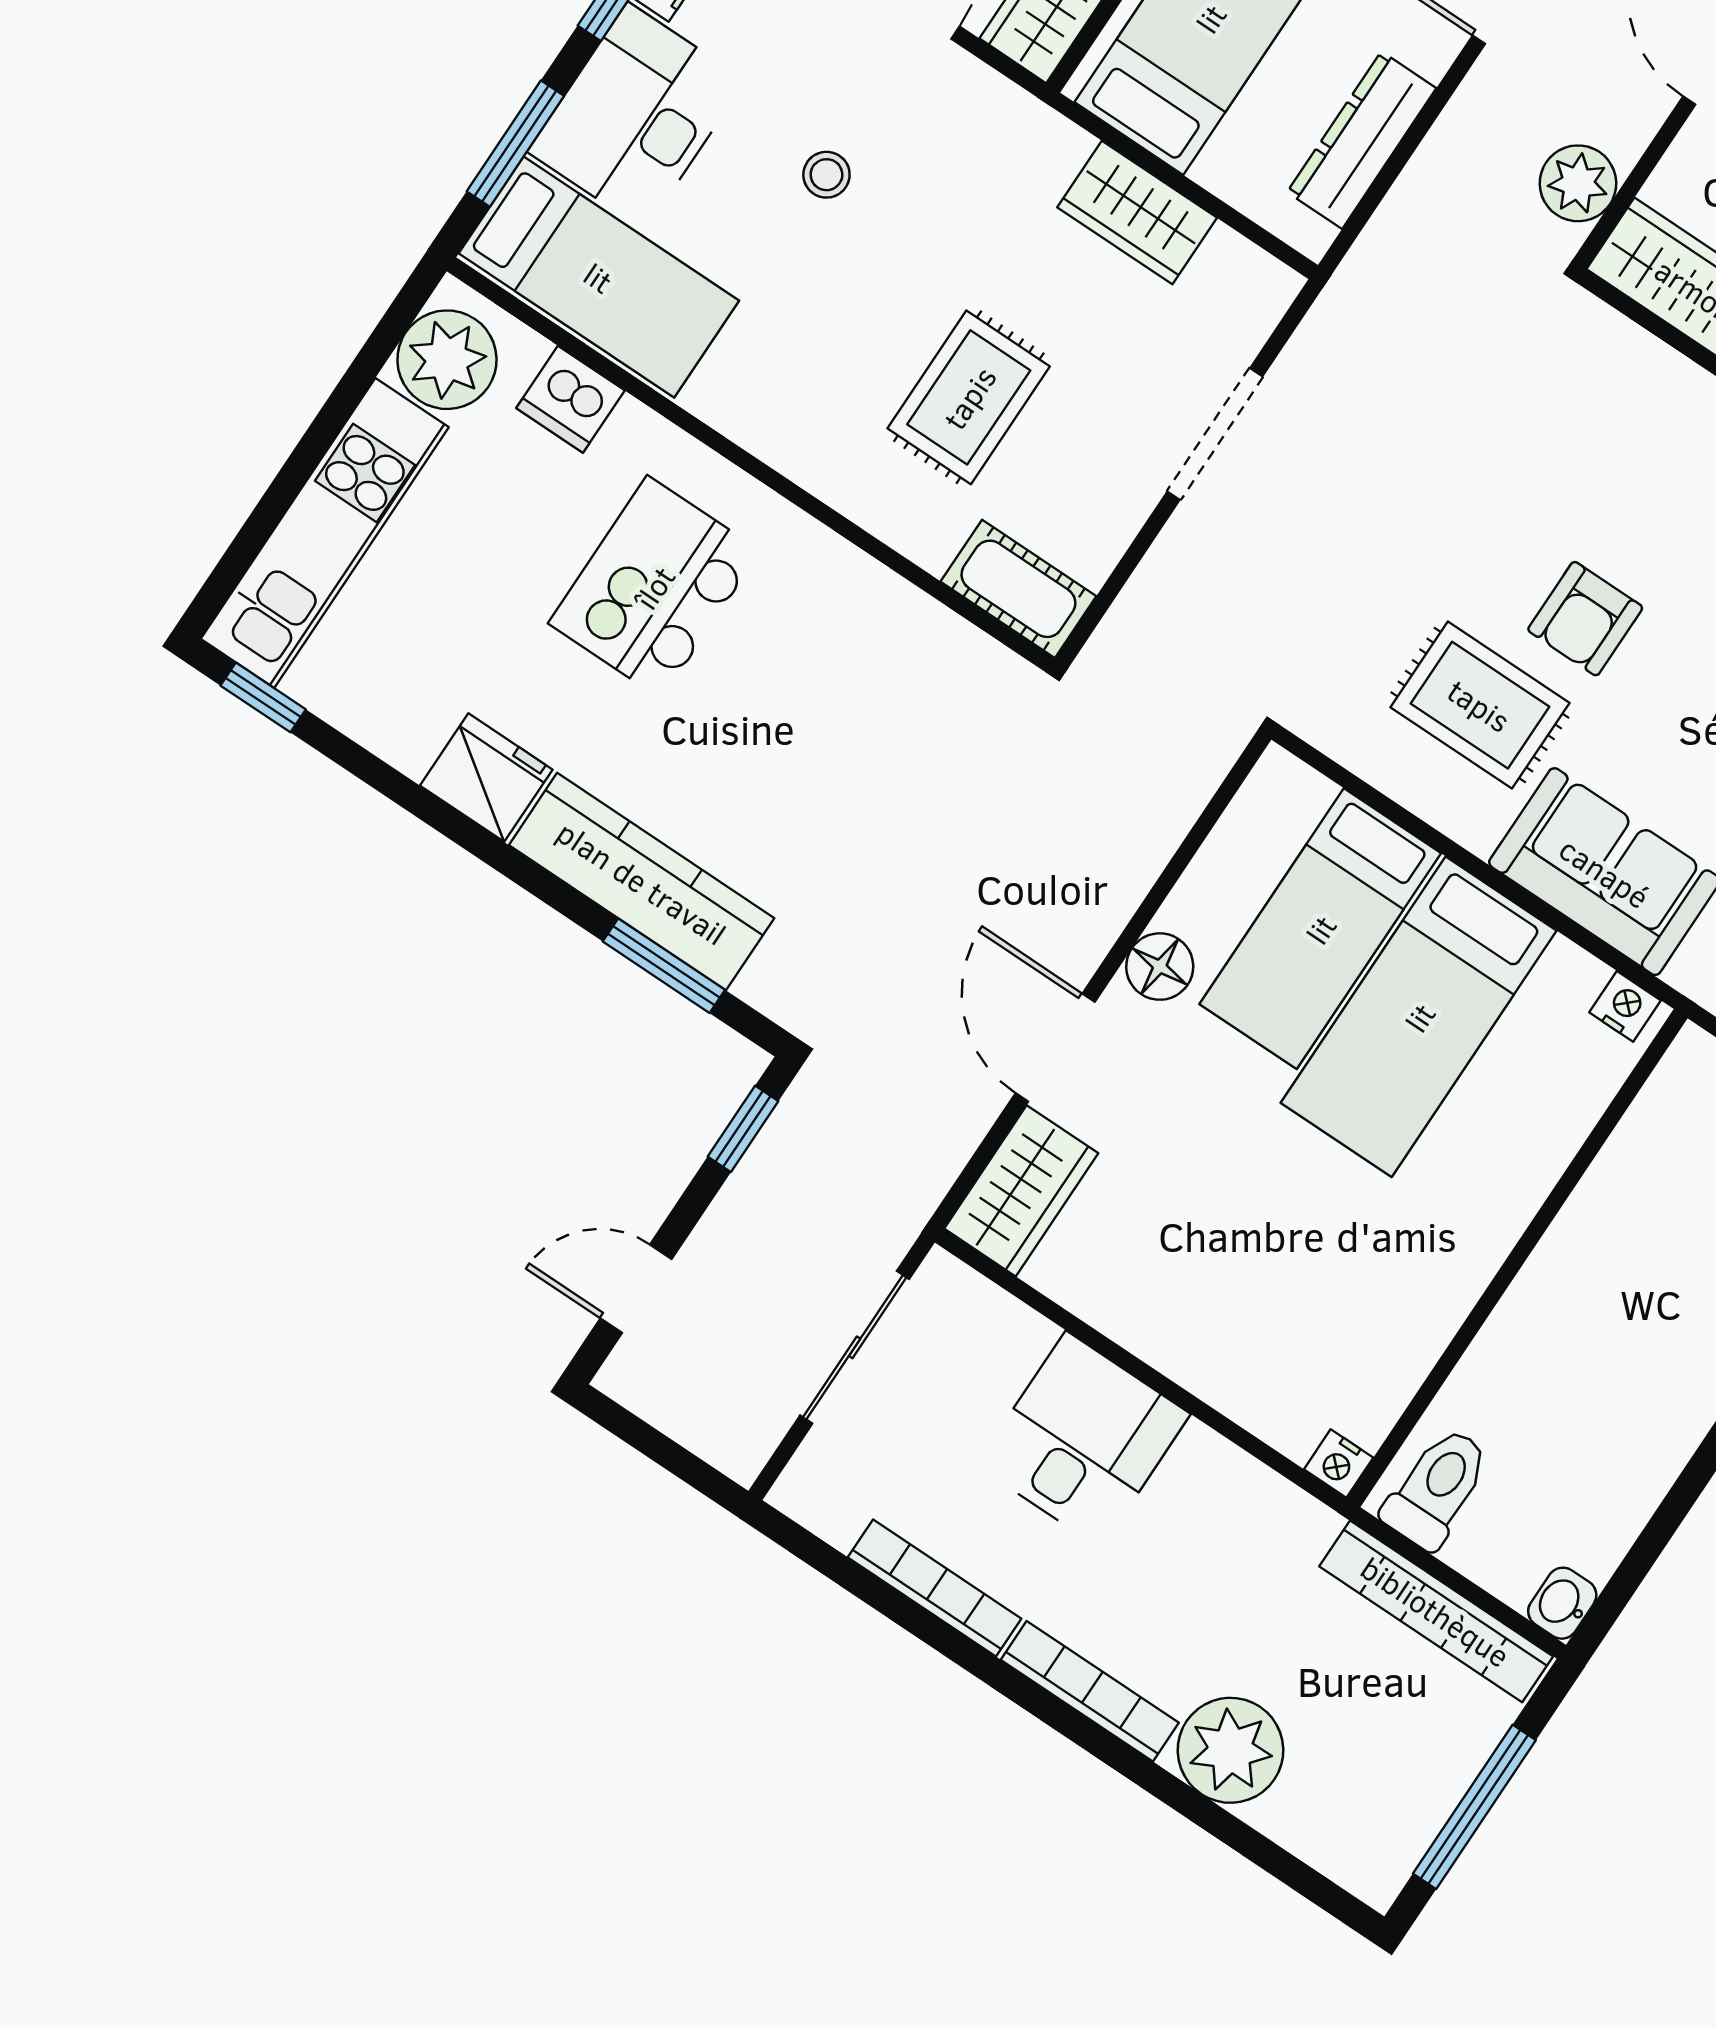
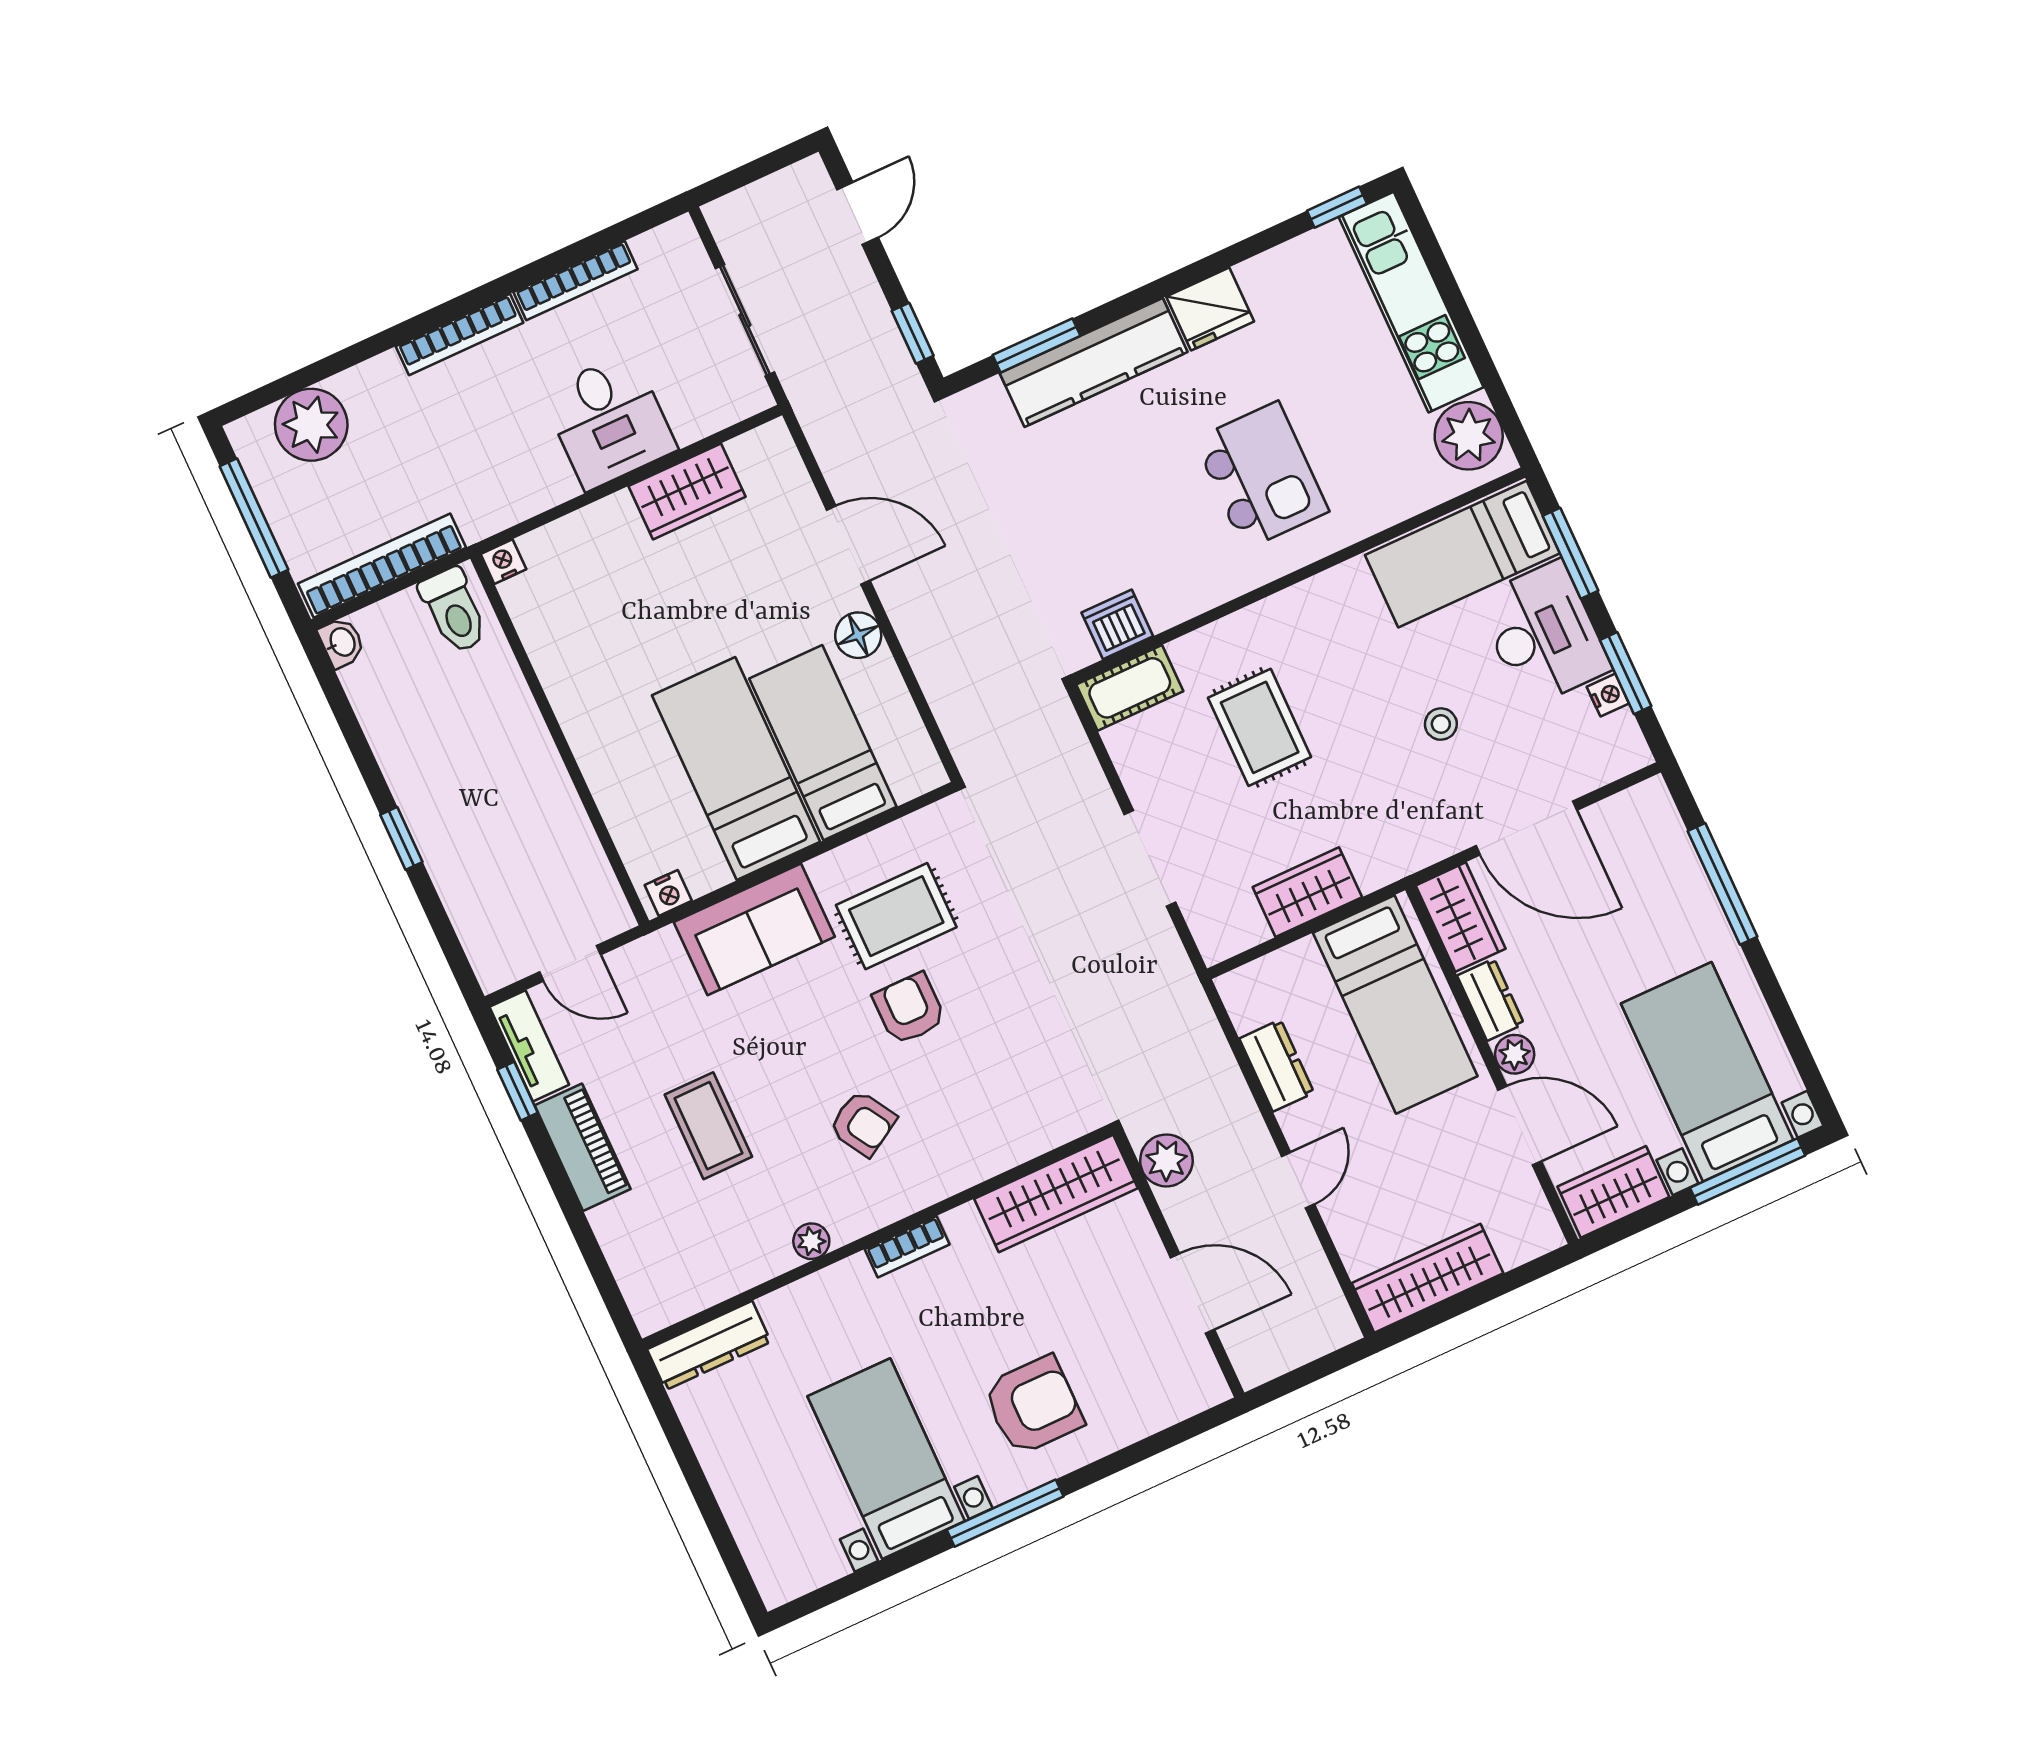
dresser: (1362, 140) -> (1277, 1066), width x0.70
dishwasher: (570, 399) -> (1117, 624), moved
wardrobe: (1021, 1191) -> (687, 491), moved, turned -90
plant: (1230, 1750) -> (311, 425), moved

